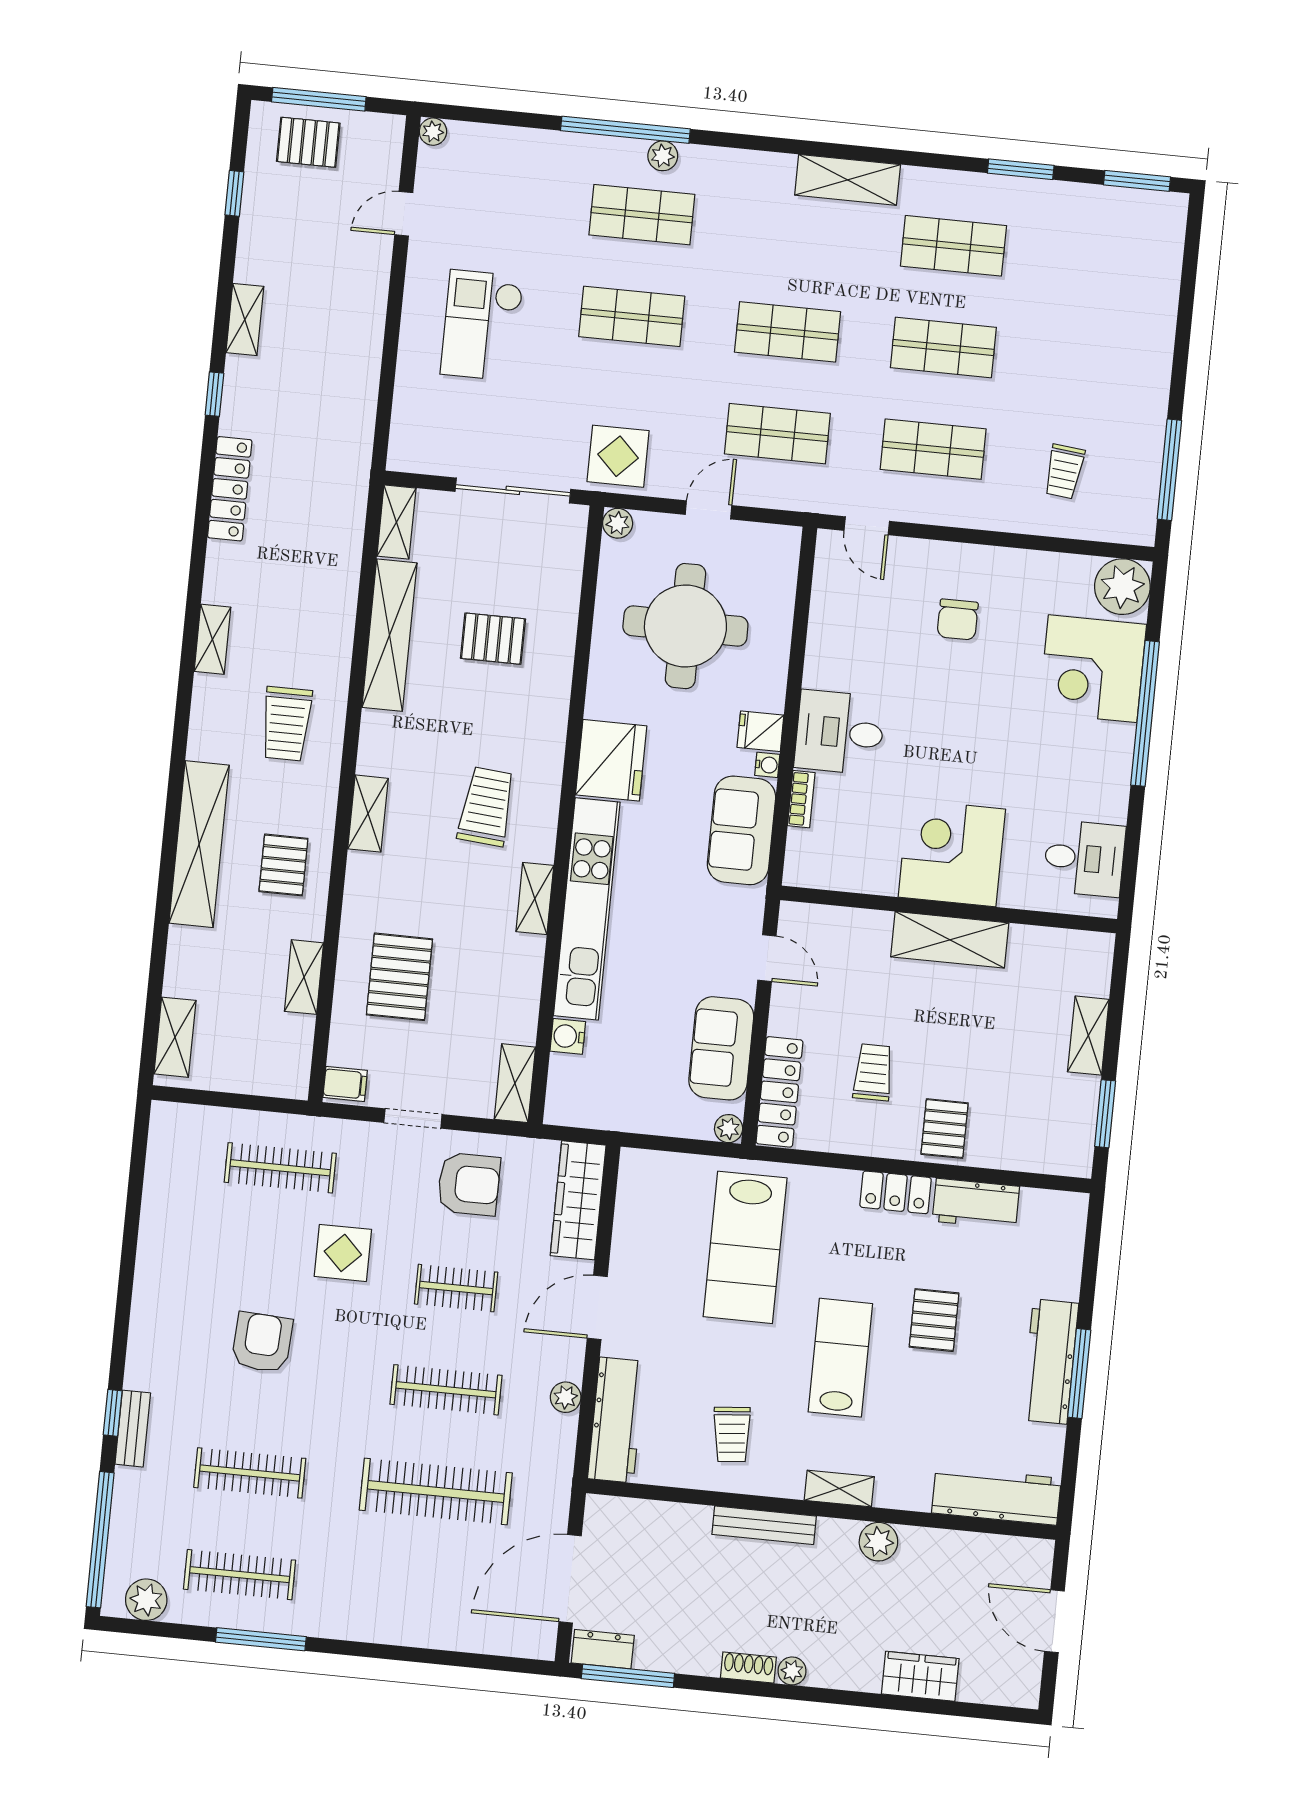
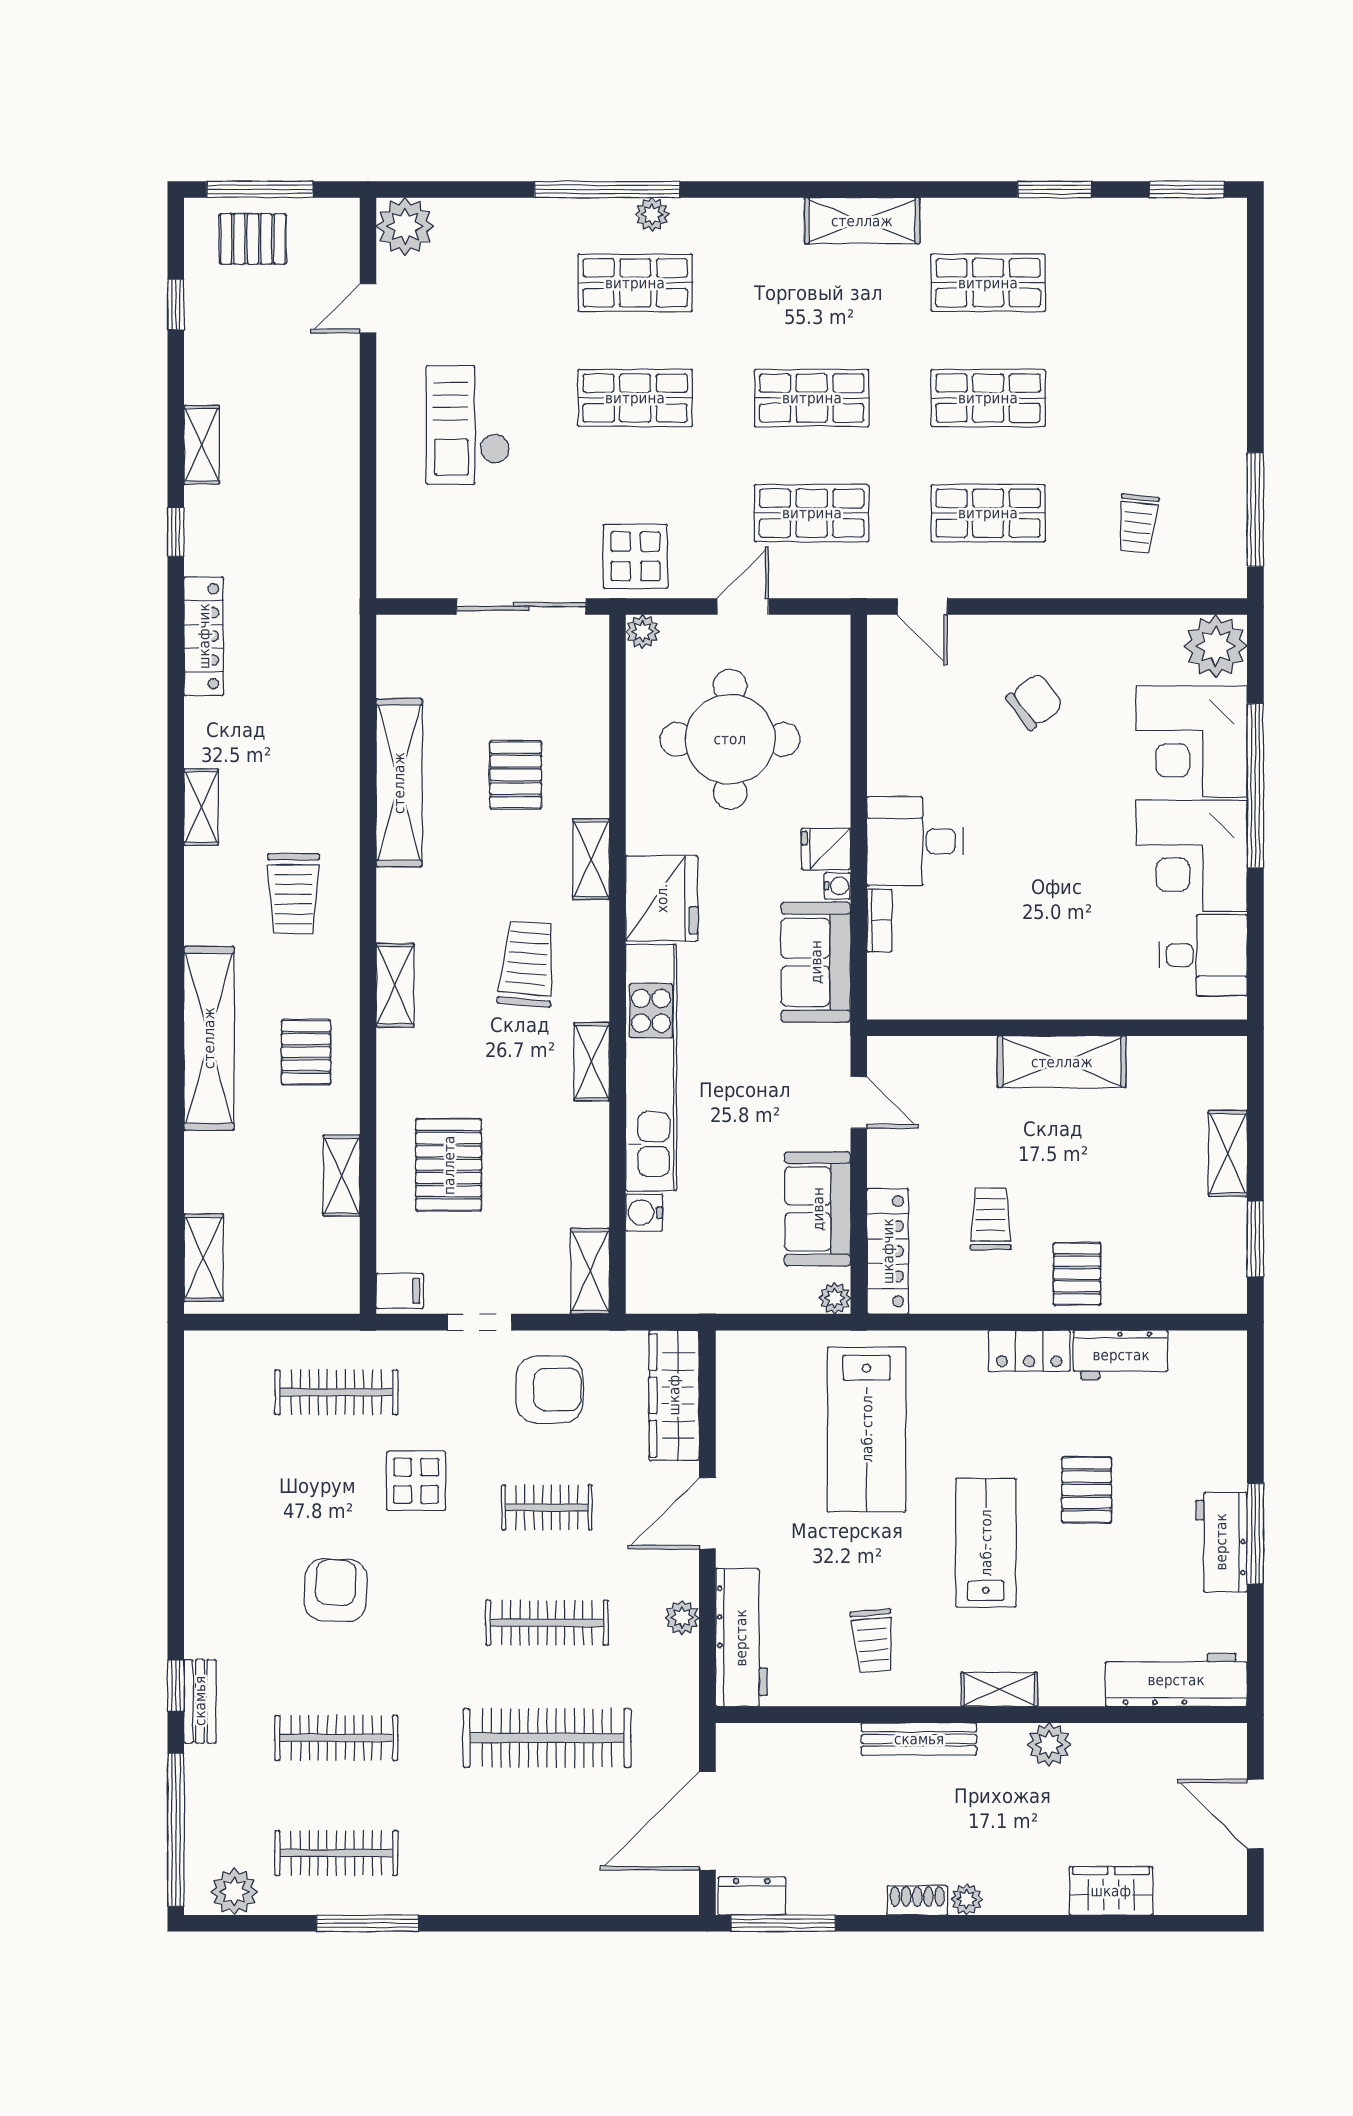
plant: (433, 132) -> (405, 226), width x1.87, depth x1.87
shelving: (396, 522) -> (591, 859), moved
chair: (958, 620) -> (1035, 702), turned -127
pallet: (493, 639) -> (516, 775), turned 90
corner desk: (952, 853) -> (1192, 856), moved, turned -90
workbench: (1050, 1362) -> (1221, 1542), width x0.73

